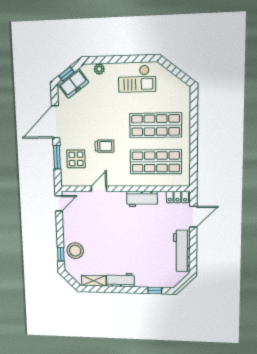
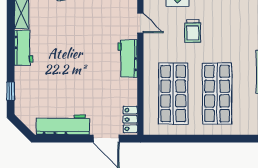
workbench: (142, 199) -> (128, 59), moved

